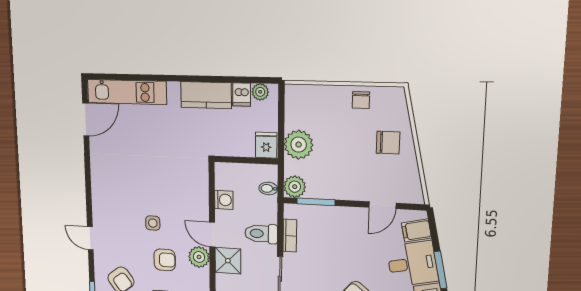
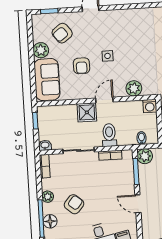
washing machine: (224, 200) -> (150, 106), moved
door: (382, 205) -> (138, 204), moved
plant: (199, 257) -> (134, 88), moved

